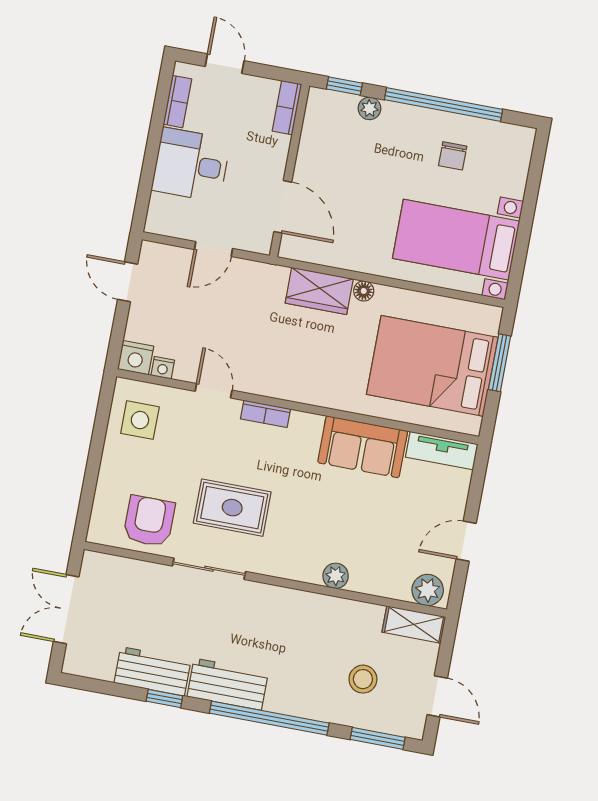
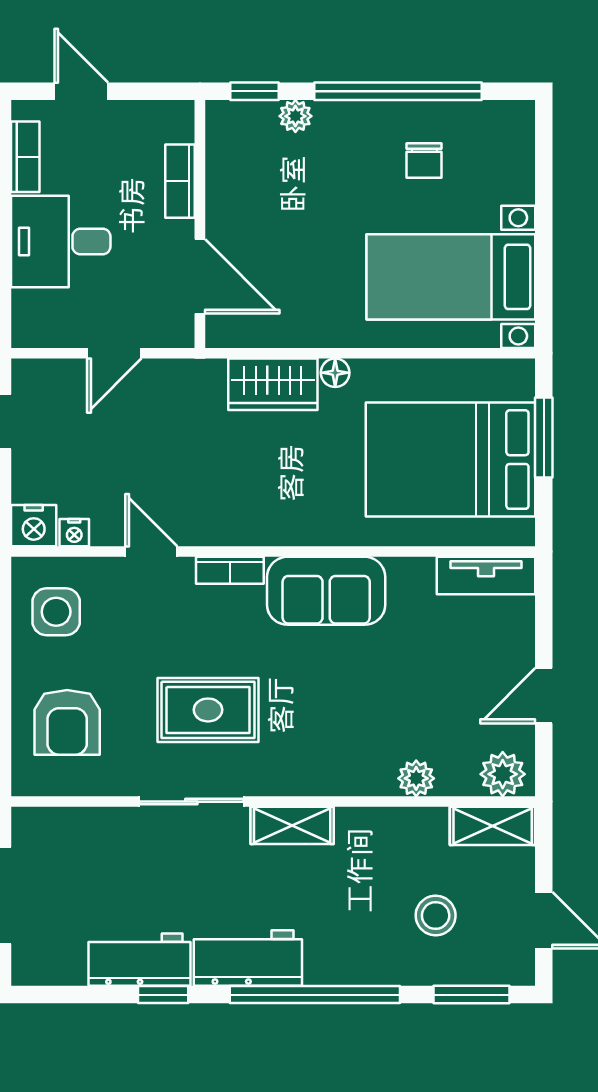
bookcase: (287, 108) -> (180, 181), moved
sofa: (363, 447) -> (326, 591), moved
armchair: (149, 521) -> (67, 722), moved, turned 180
plant: (336, 576) -> (416, 778), moved
shelving: (275, 598) -> (292, 825), added

